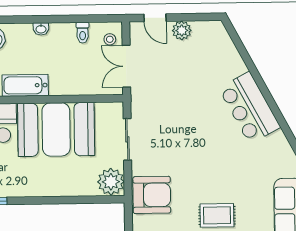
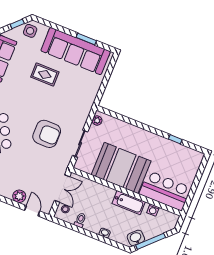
plant: (111, 182) -> (97, 120), width x0.53, depth x0.53
armchair: (152, 195) -> (47, 134), moved, turned 180

